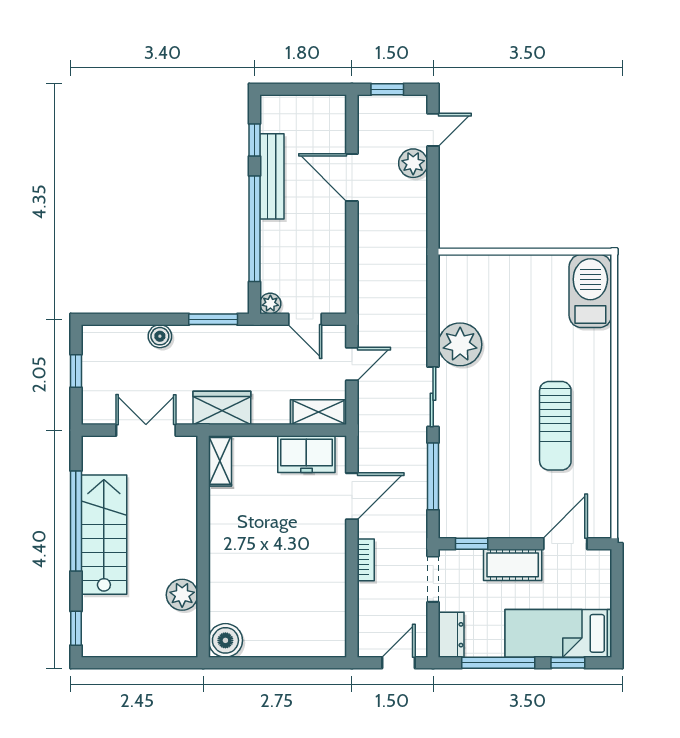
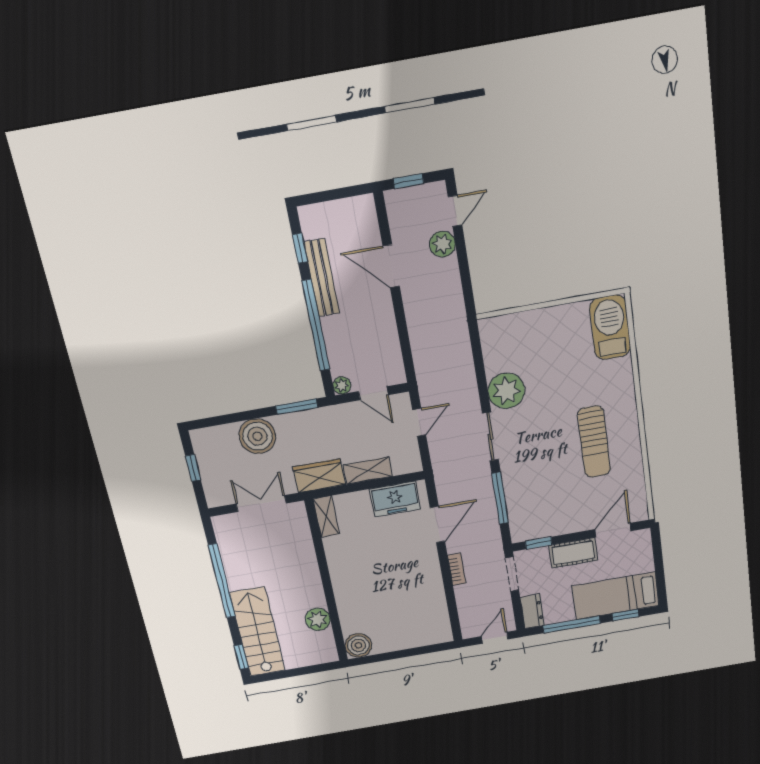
boiler: (160, 336) -> (257, 436), width x1.86, depth x1.86
shelving: (319, 412) -> (368, 471), moved
stairs: (104, 535) -> (257, 632), moved

